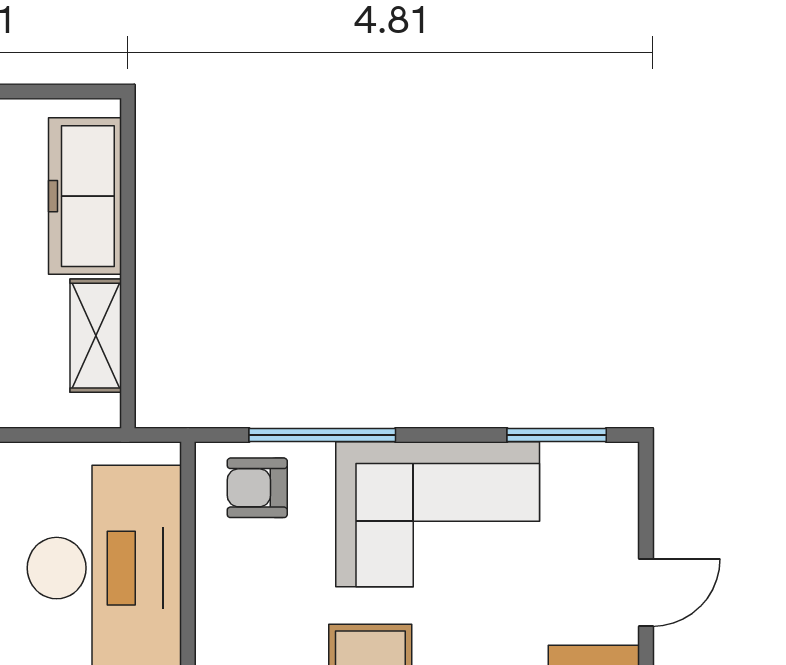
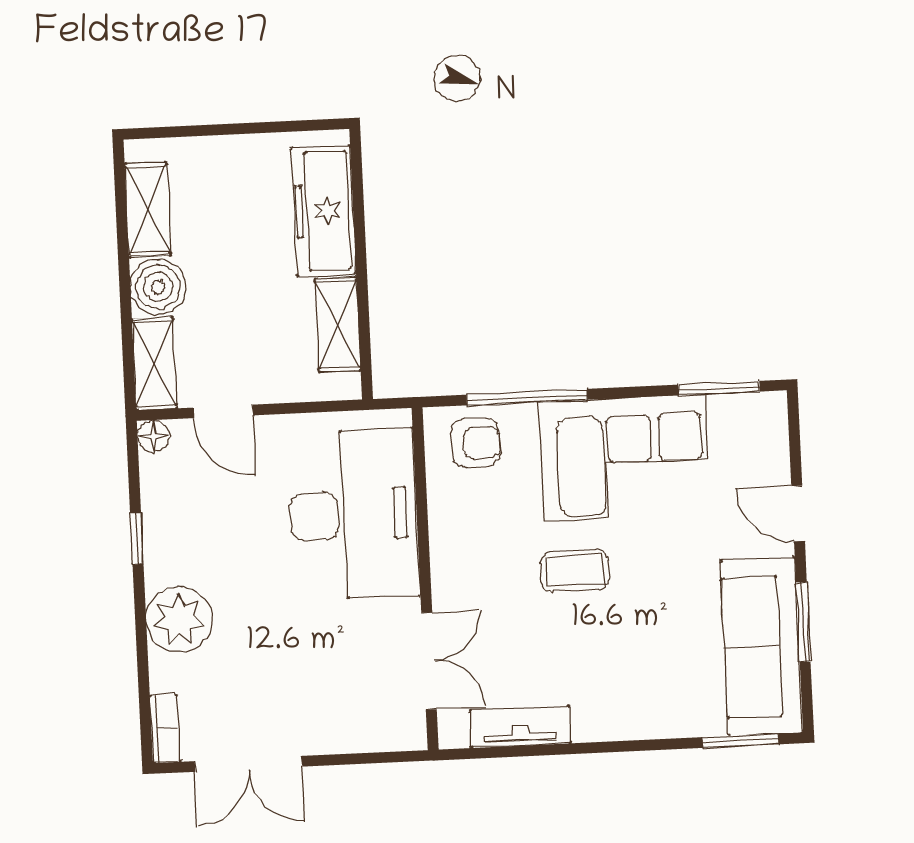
armchair: (257, 488) -> (476, 443), turned 180
door: (646, 592) -> (798, 514), swing flipped

